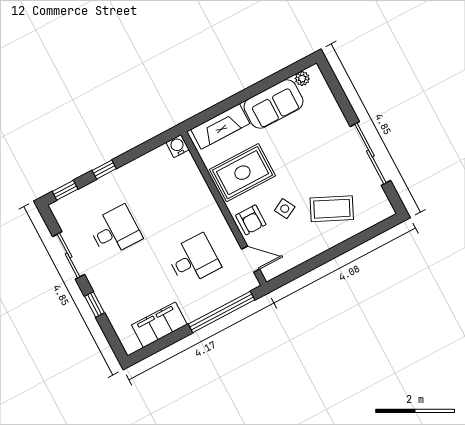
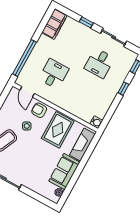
door: (251, 259) -> (27, 92), hinge flipped
desk: (194, 260) -> (54, 74), turned 180
filing cabinet: (159, 325) -> (54, 24), moved

